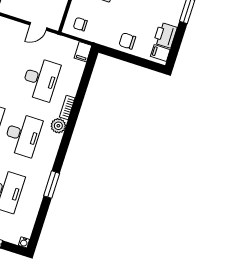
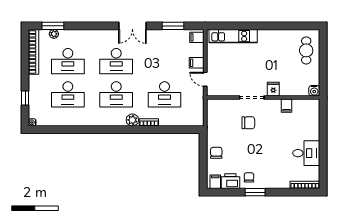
chair: (80, 24) -> (249, 177), moved
filing cabinet: (83, 52) -> (197, 63), moved
window: (52, 185) -> (85, 130), removed

